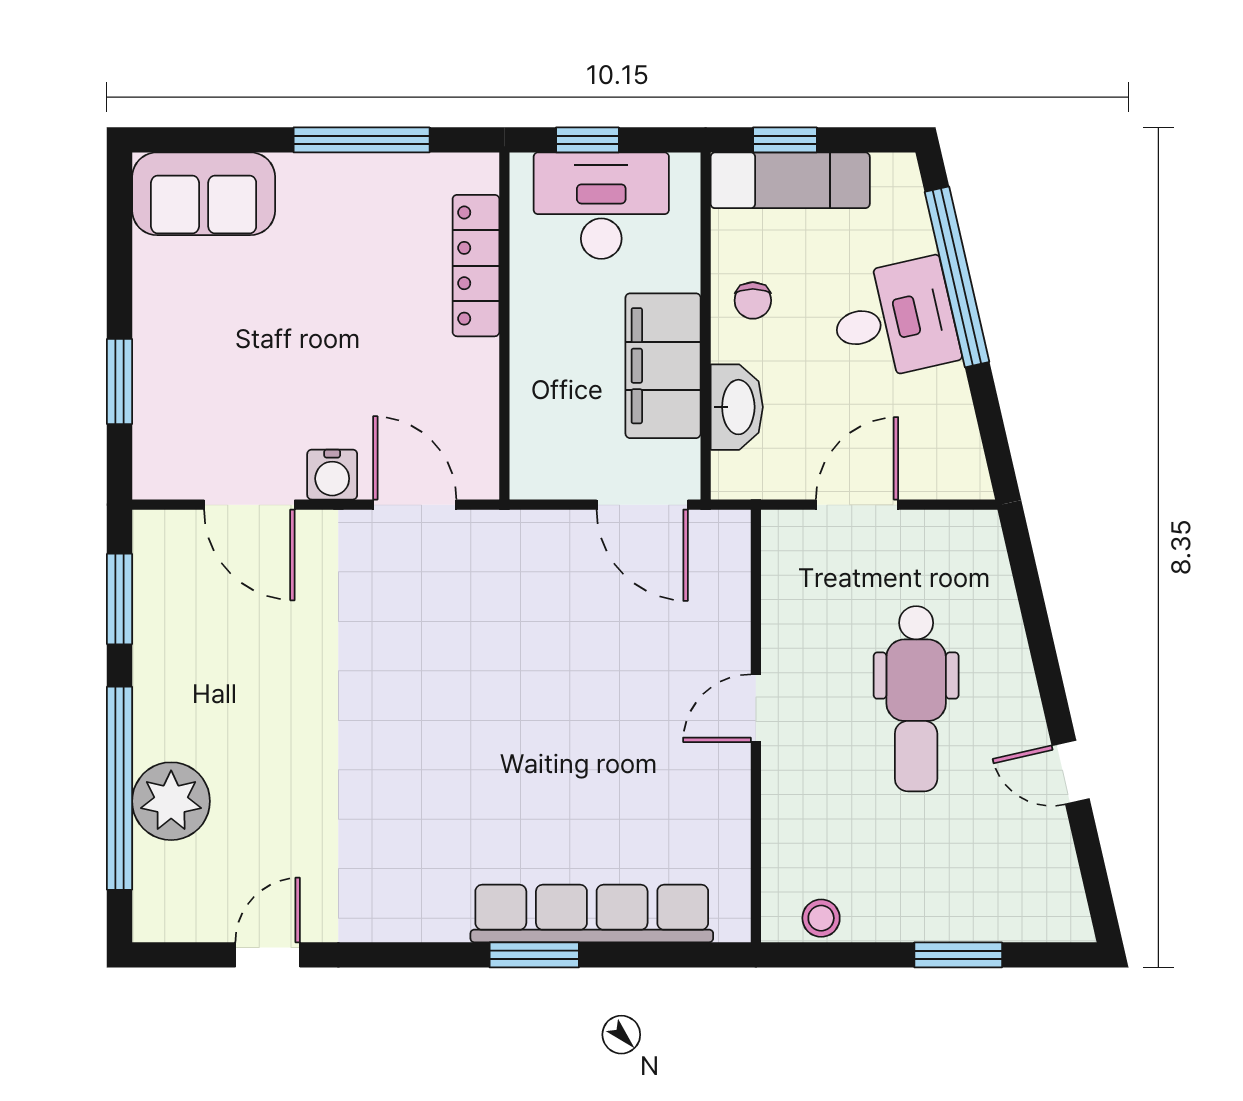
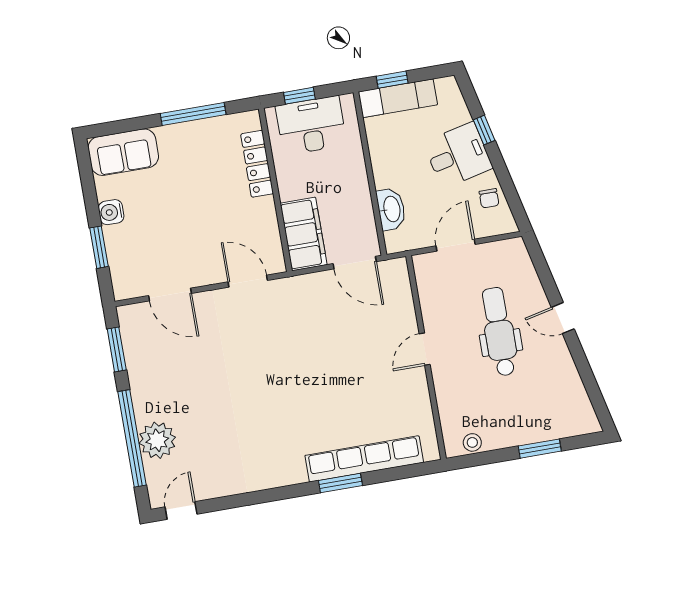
window: (957, 277) -> (484, 130), width x0.32
chair: (753, 300) -> (489, 198), moved
filing cabinet: (663, 366) -> (304, 234), moved, turned 180
water cooler: (332, 475) -> (111, 212), moved, turned 90
dental chair: (916, 699) -> (499, 332), turned 180
door: (1071, 772) -> (563, 318), moved
door: (268, 955) -> (181, 511), moved

